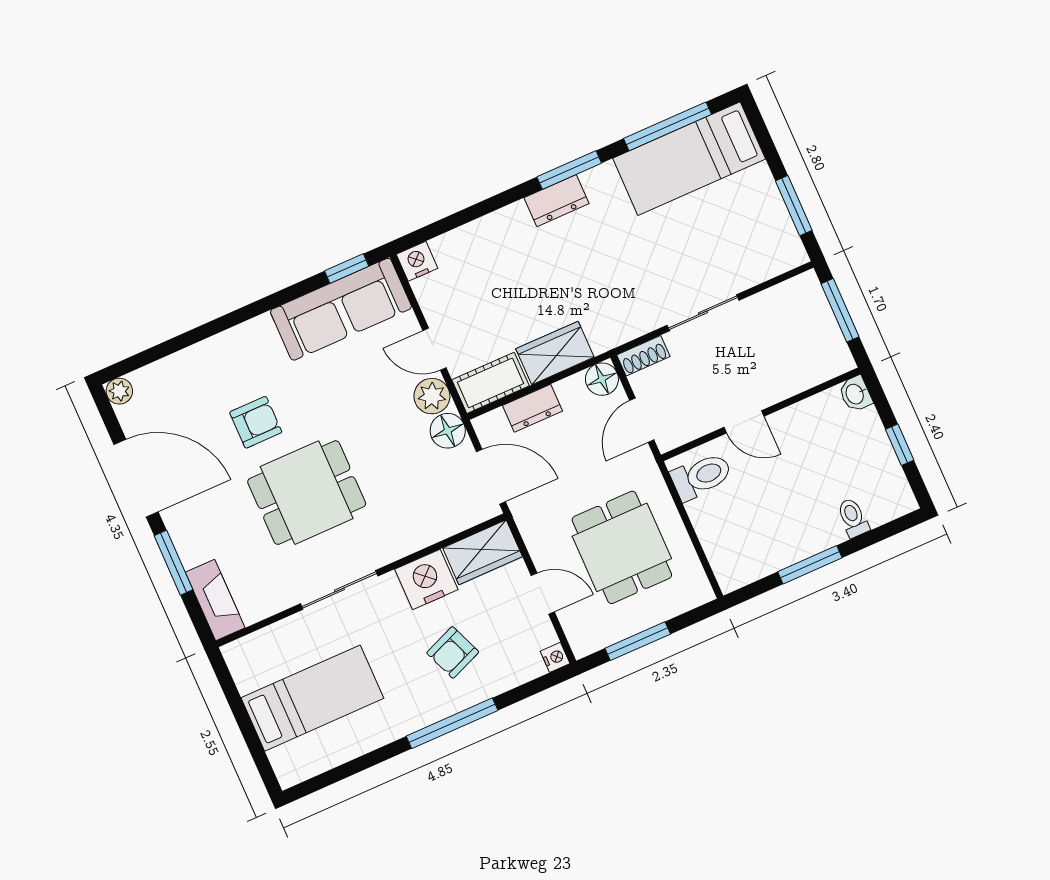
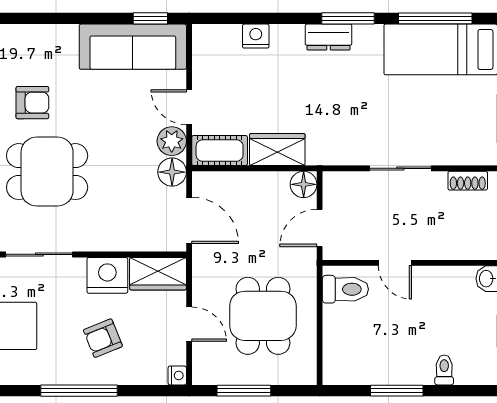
nightstand: (417, 261) -> (256, 36), moved
shoe rack: (643, 356) -> (468, 181), moved
dresser: (532, 408) -> (242, 183), removed

